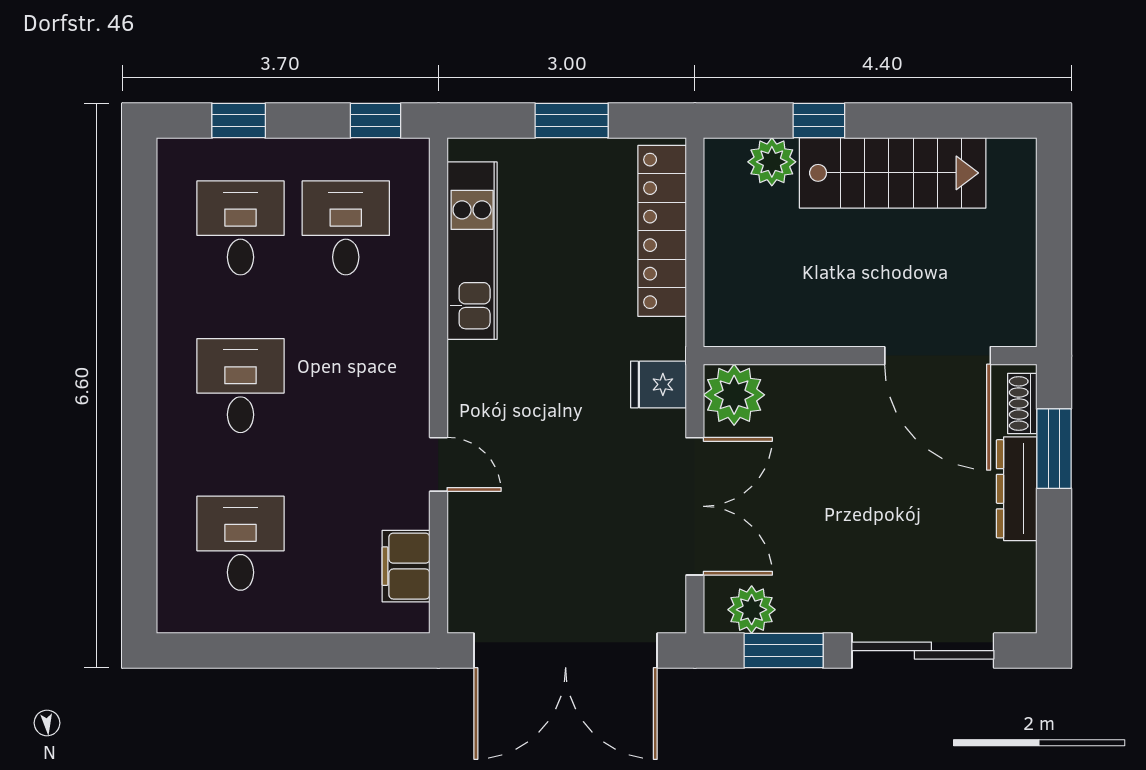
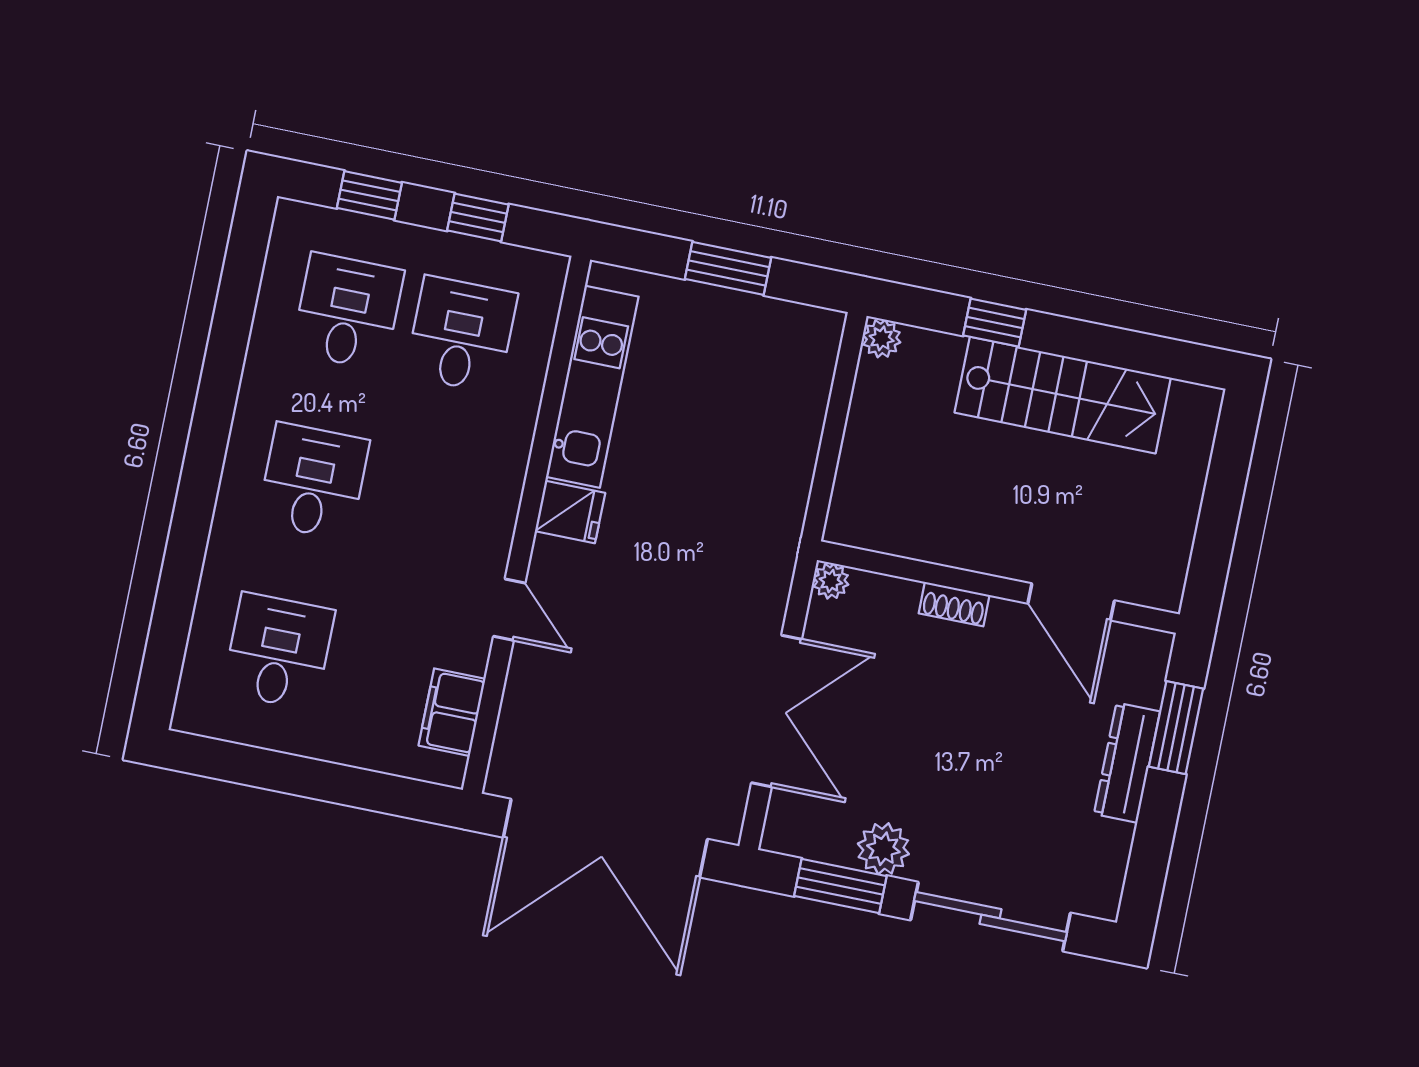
window: (375, 121) -> (478, 217), moved
plant: (772, 162) -> (882, 338), moved, width x0.73, depth x0.73
locker: (662, 231) -> (802, 407), removed
door: (938, 356) -> (1071, 602), width x0.73
fridge: (658, 384) -> (570, 512), moved, turned 180
plant: (734, 395) -> (831, 581), width x0.53, depth x0.53
shoe rack: (1022, 403) -> (954, 604), moved, turned -90
plant: (752, 610) -> (883, 849), moved

